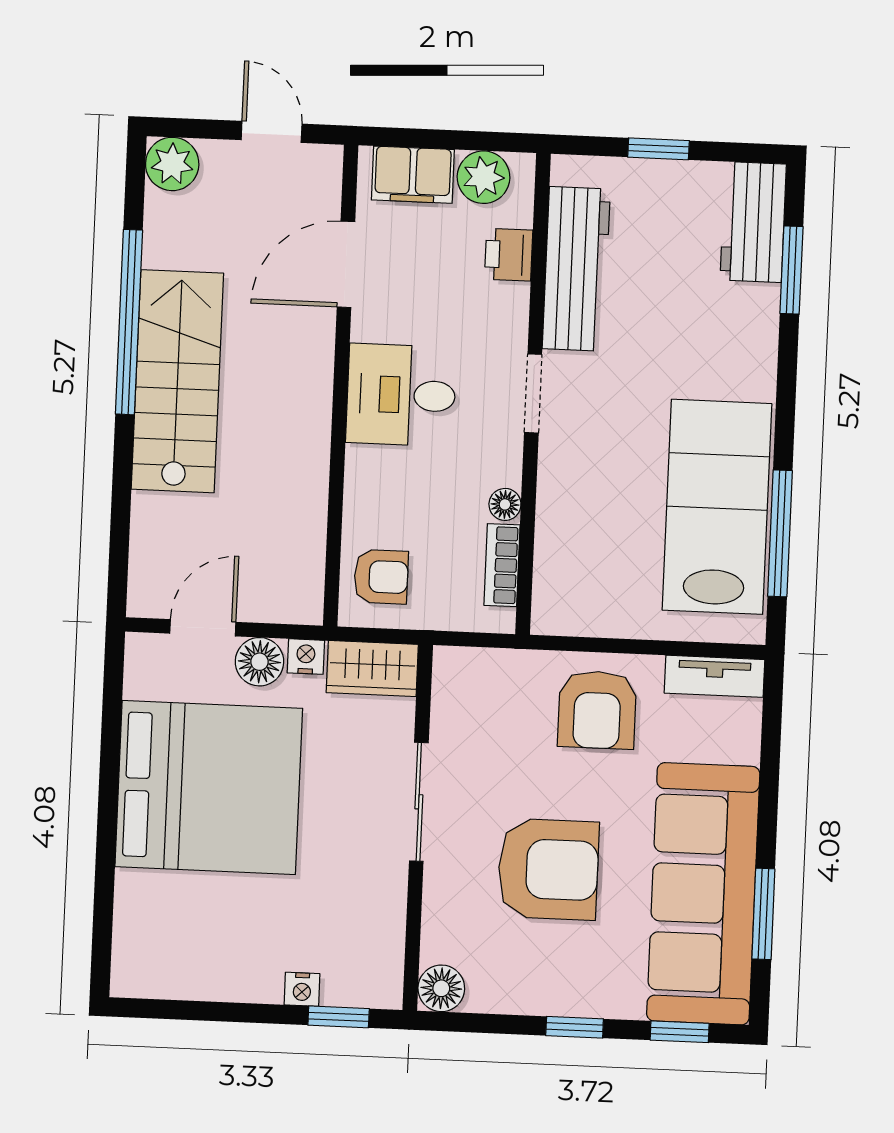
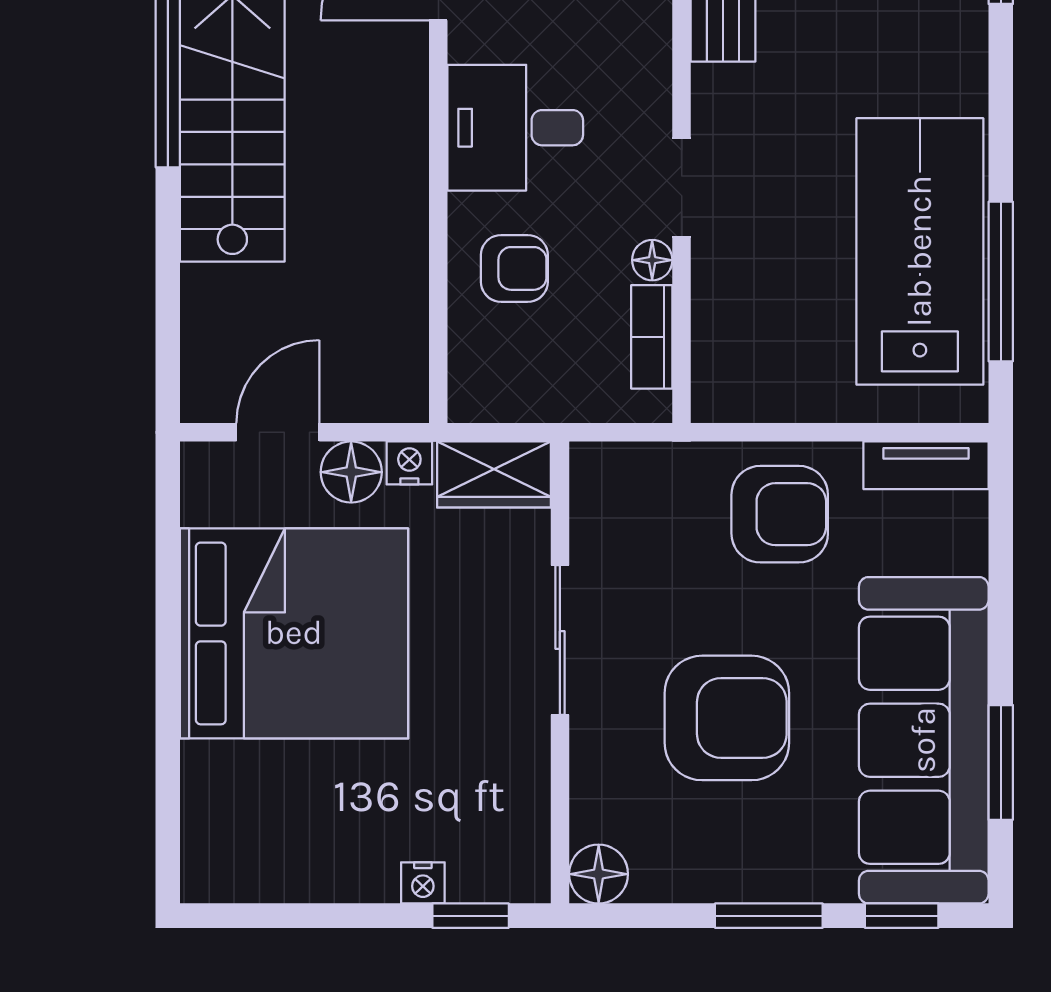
doorway: (533, 393) -> (682, 188), moved
armchair: (381, 577) -> (514, 268), moved
armchair: (597, 710) -> (780, 514), turned -90
window: (575, 1027) -> (769, 916), width x1.50

